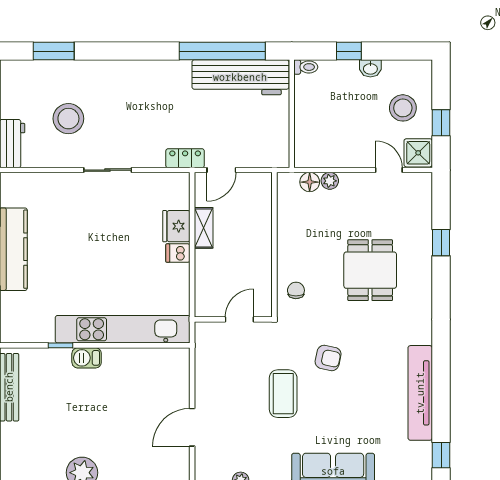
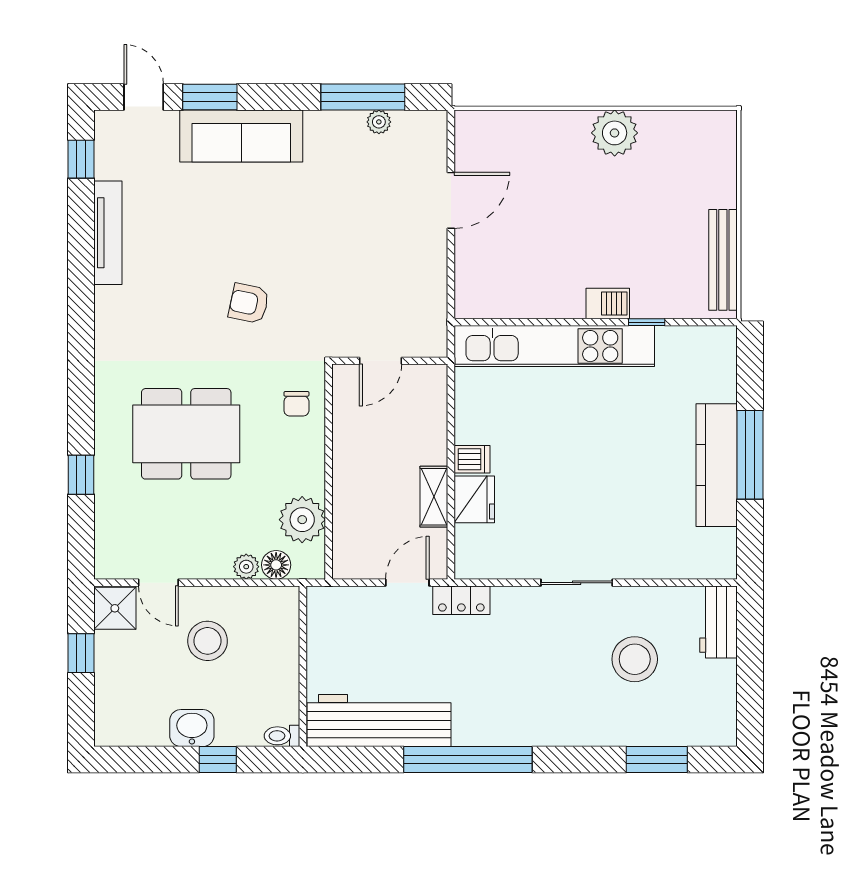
window: (222, 51) -> (468, 760), moved
washbasin: (370, 68) -> (192, 728), width x1.38, depth x1.45
stool: (403, 108) -> (208, 641), moved
plant: (292, 212) -> (302, 520), added
dining table: (370, 270) -> (186, 434), width x1.38
tv unit: (420, 393) -> (108, 233), width x0.73, depth x0.78
coffee table: (283, 394) -> (315, 250), removed

